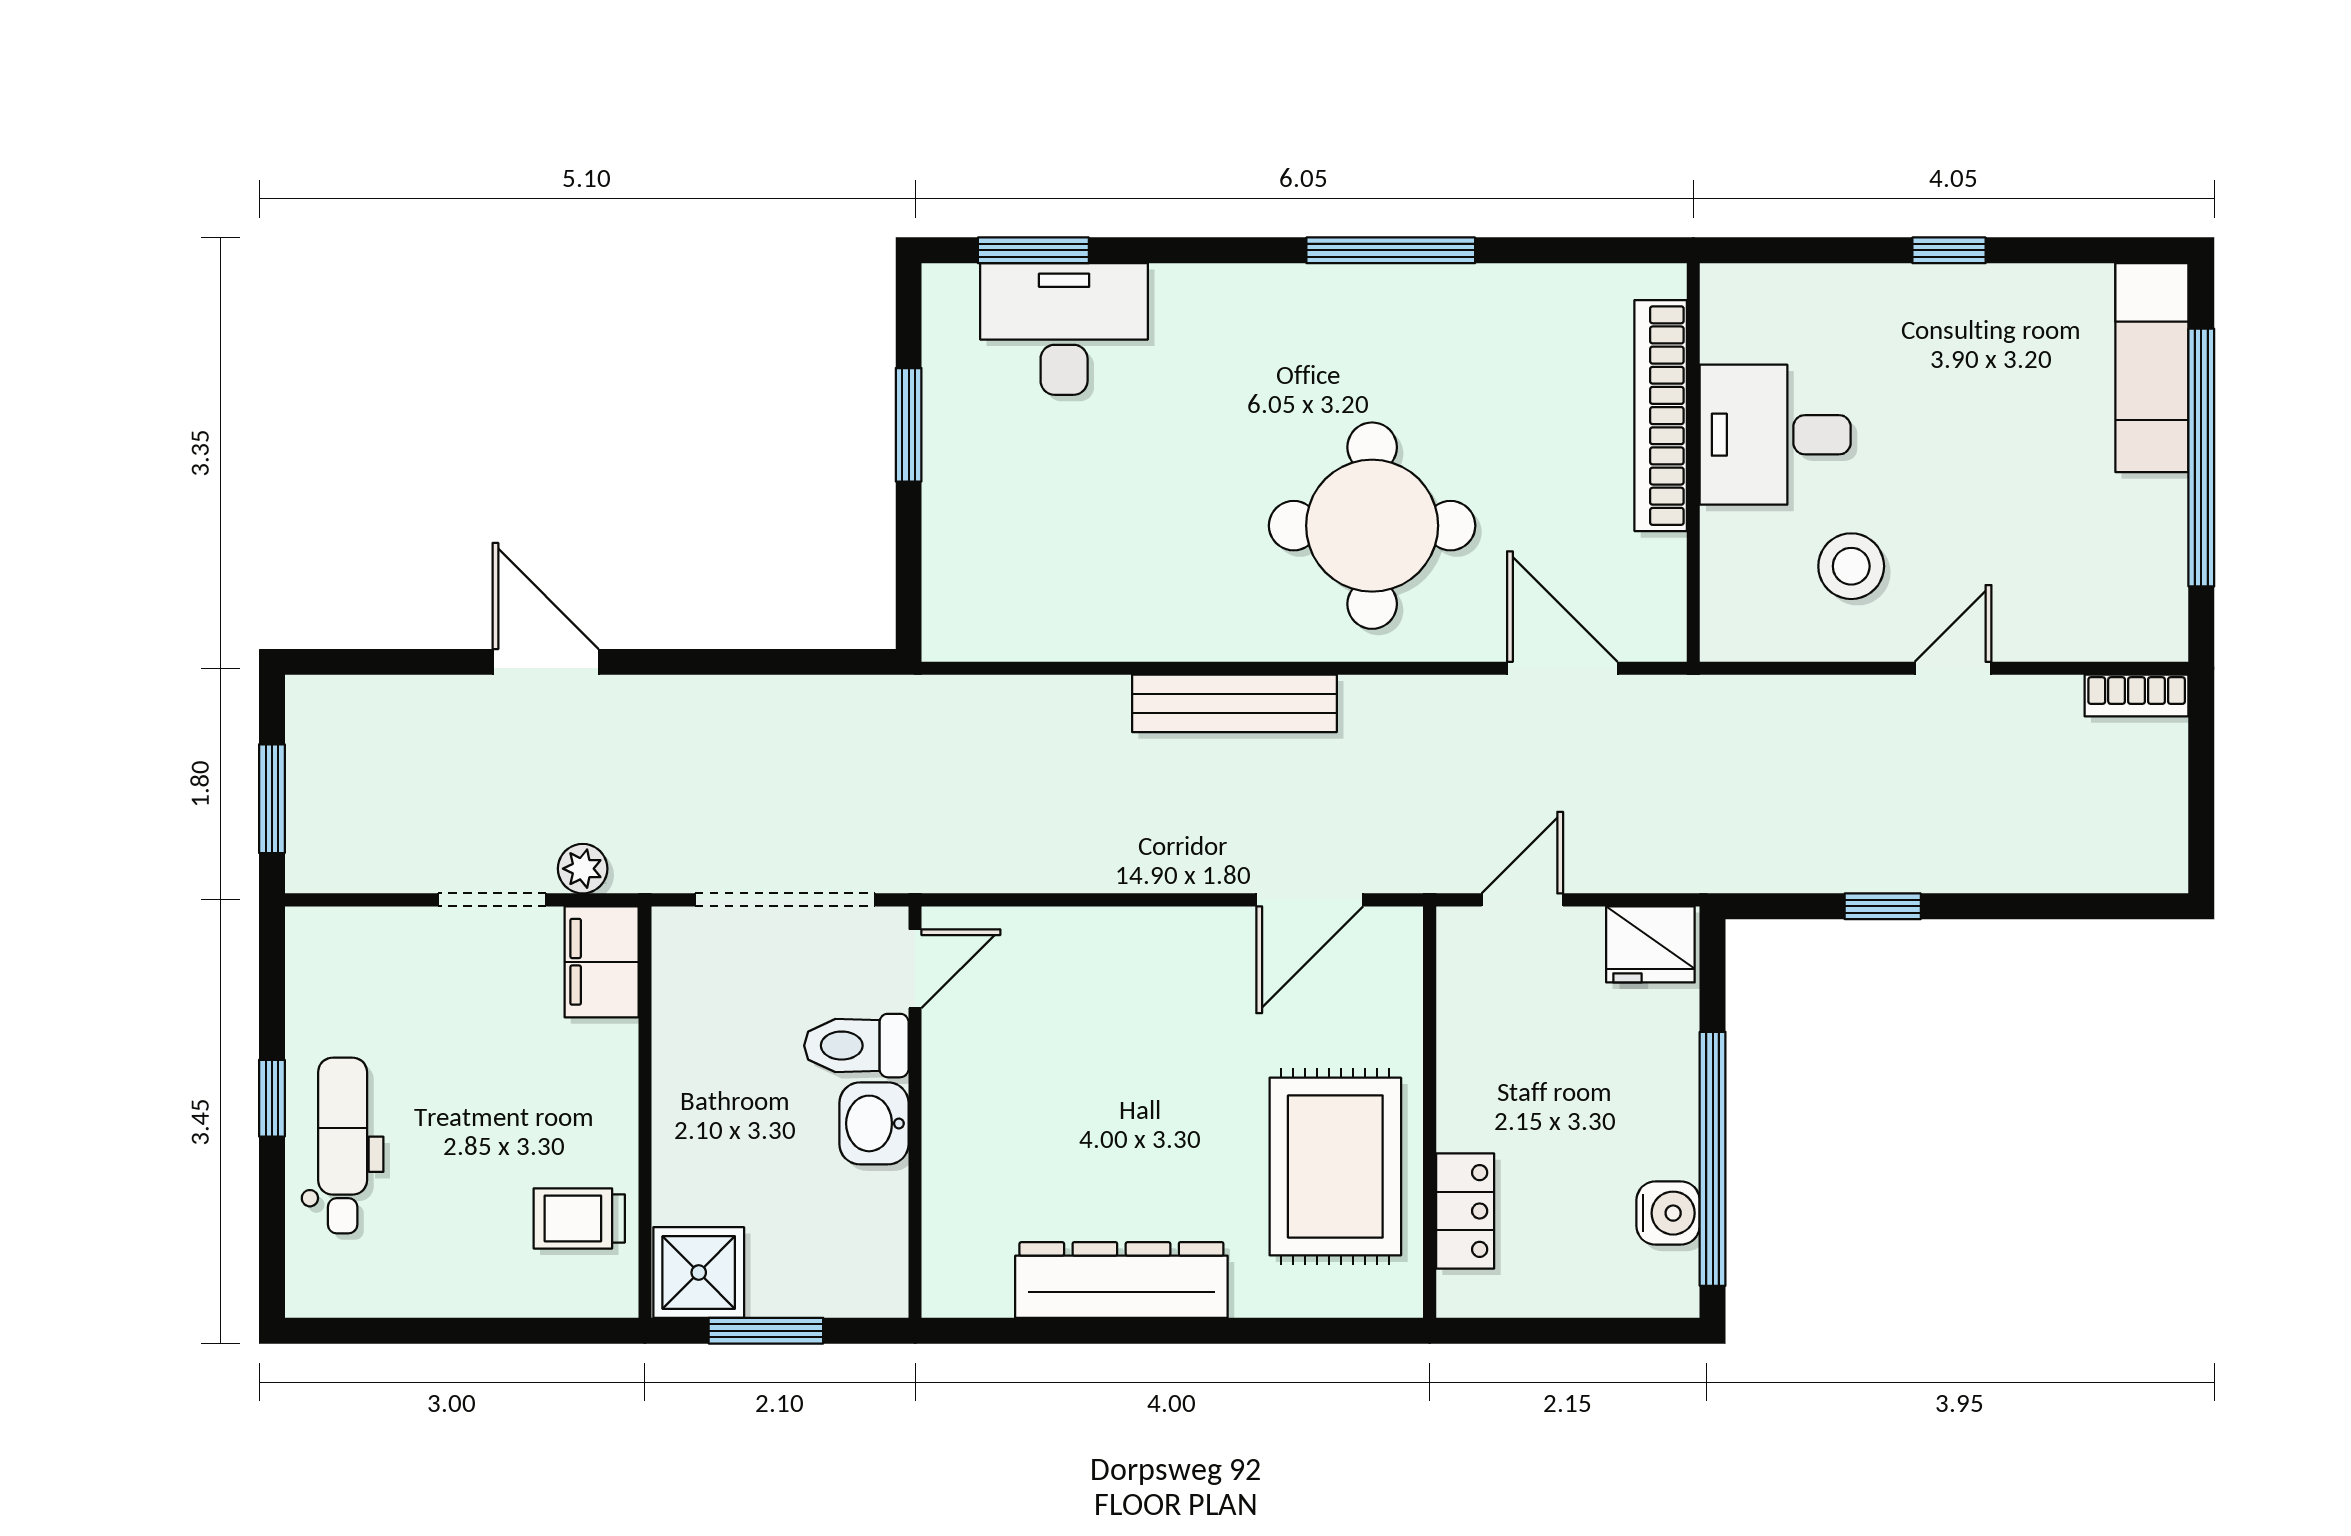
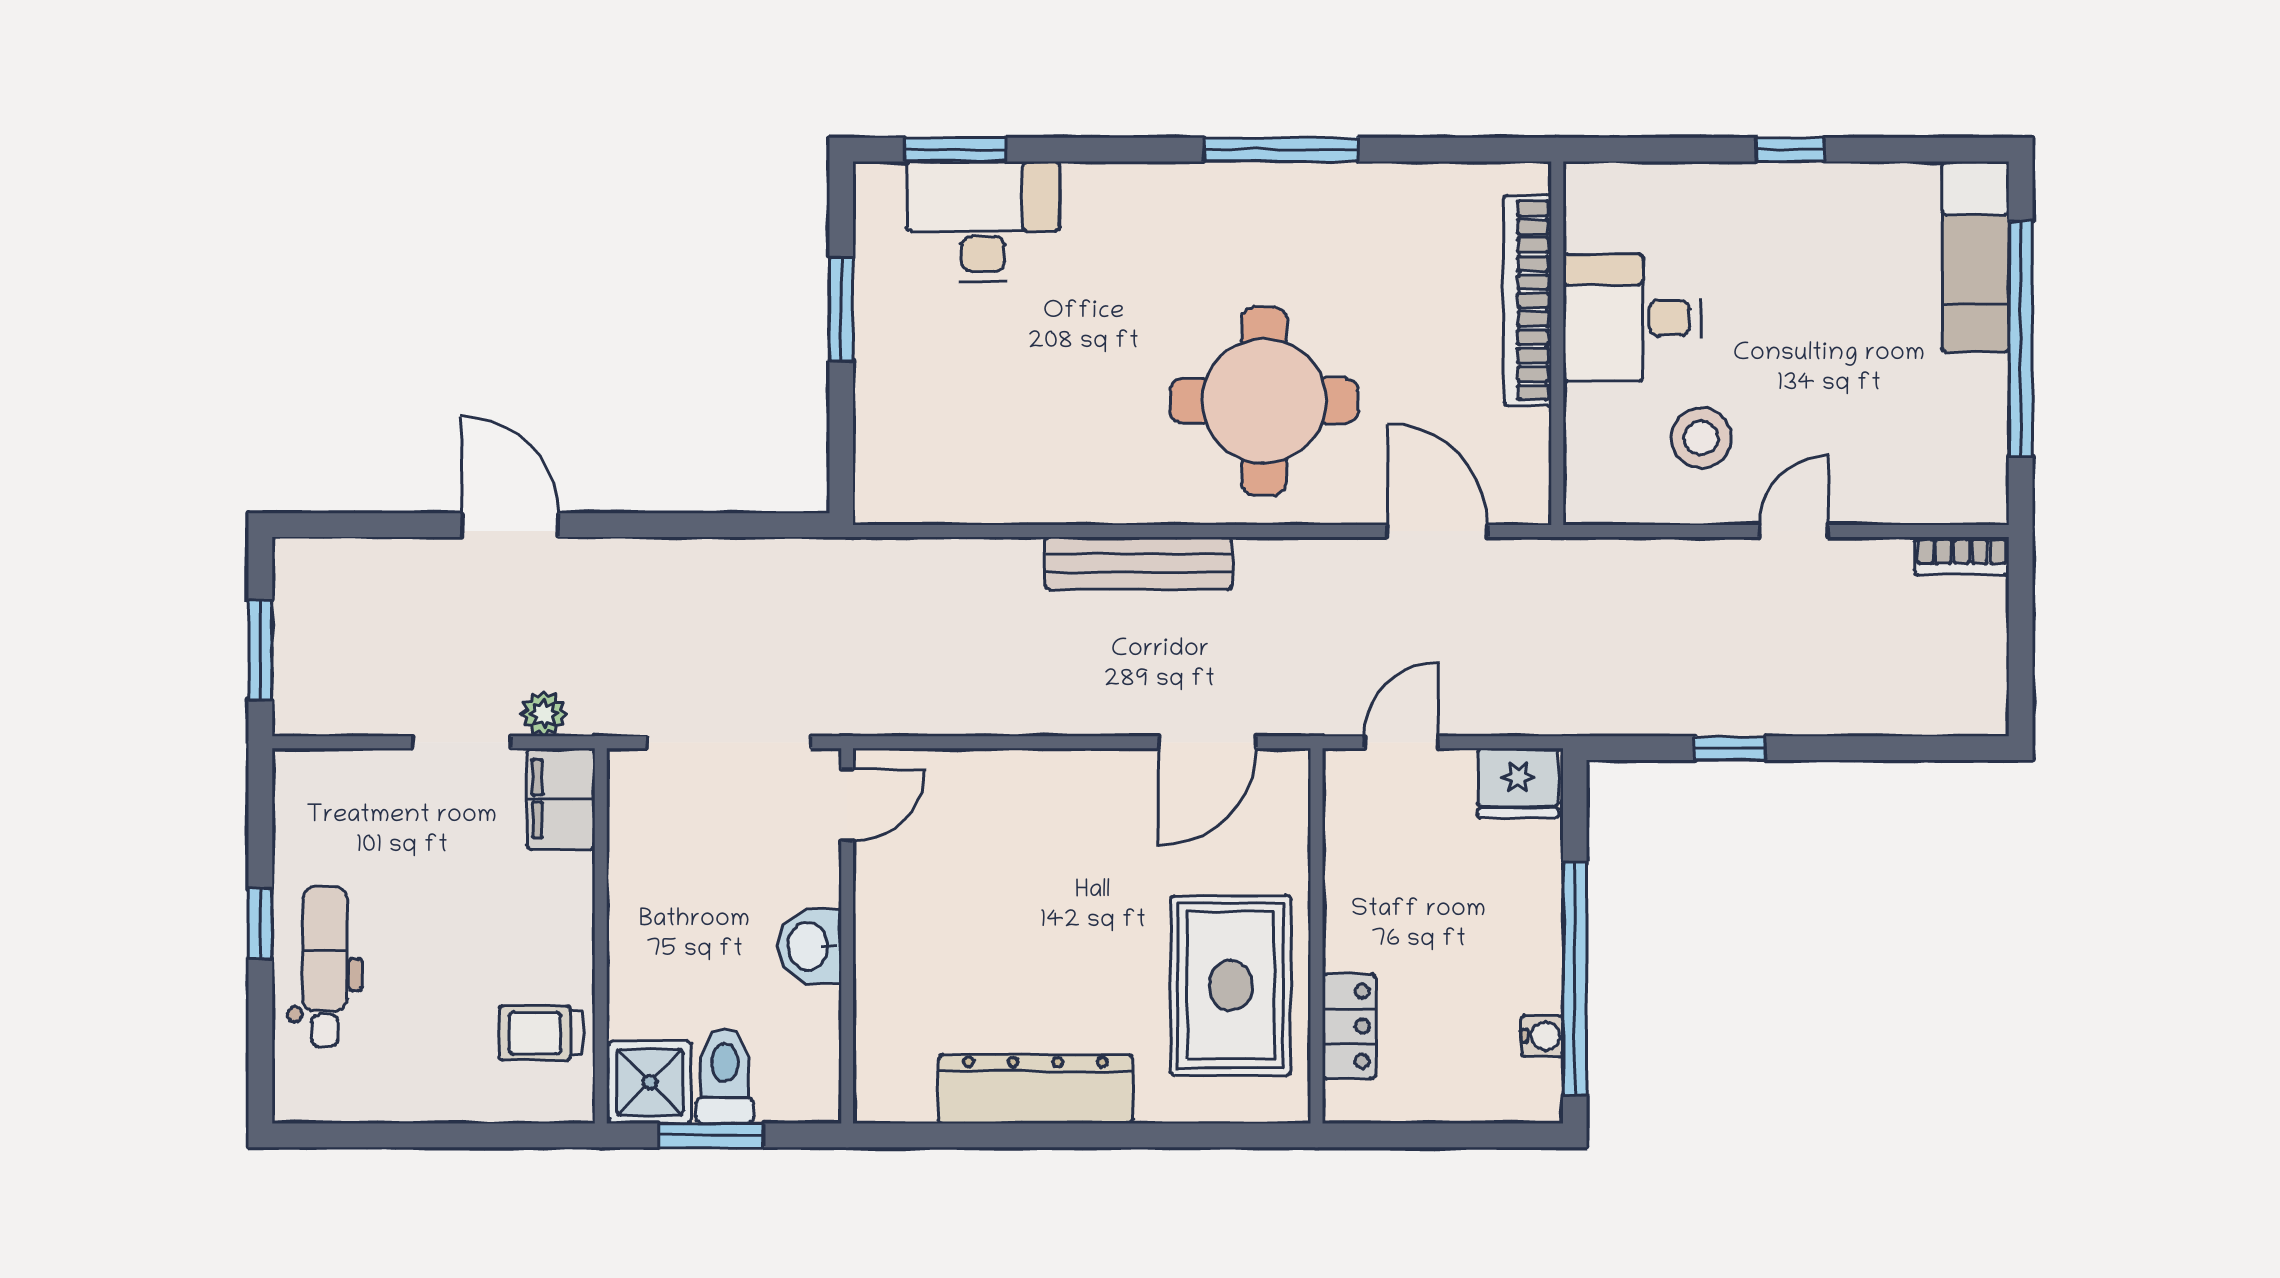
toilet: (856, 1046) -> (725, 1076), moved, turned 90
water cooler: (1668, 1213) -> (1542, 1036), width x0.72, depth x0.72

